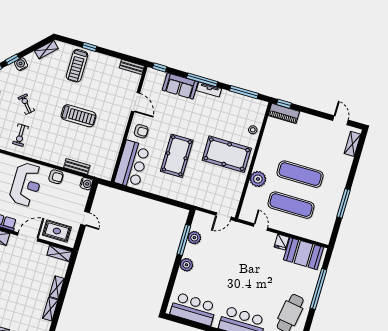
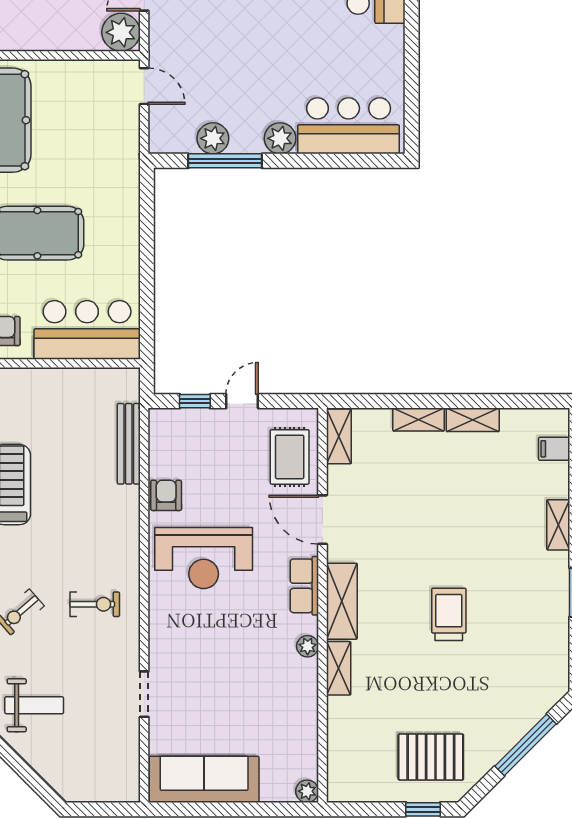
bench: (77, 166) -> (129, 444), width x1.36
plant: (258, 179) -> (121, 32), moved
reception desk: (26, 184) -> (204, 558), turned 180
water cooler: (86, 184) -> (162, 421), removed
window: (91, 199) -> (195, 401), added
bar counter: (193, 309) -> (349, 126), moved, turned 90

